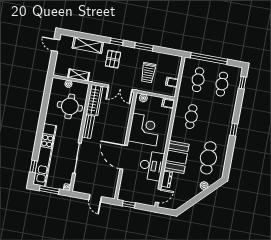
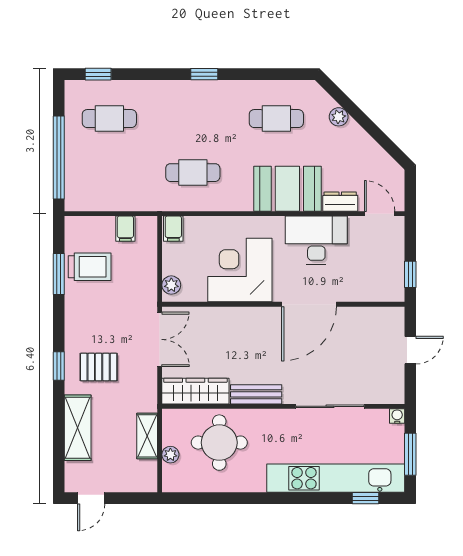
window: (144, 47) -> (59, 274), moved
trolley: (148, 73) -> (90, 267), moved
cafe table: (198, 80) -> (109, 173), removed
cafe table: (208, 158) -> (276, 119), width x0.73, depth x0.74

